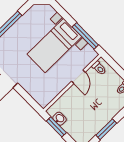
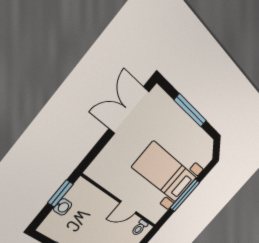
window: (85, 36) -> (185, 195), moved
washbasin: (59, 119) -> (63, 207), moved

